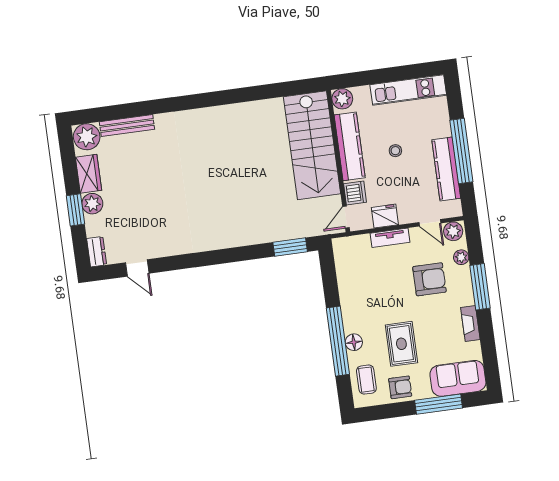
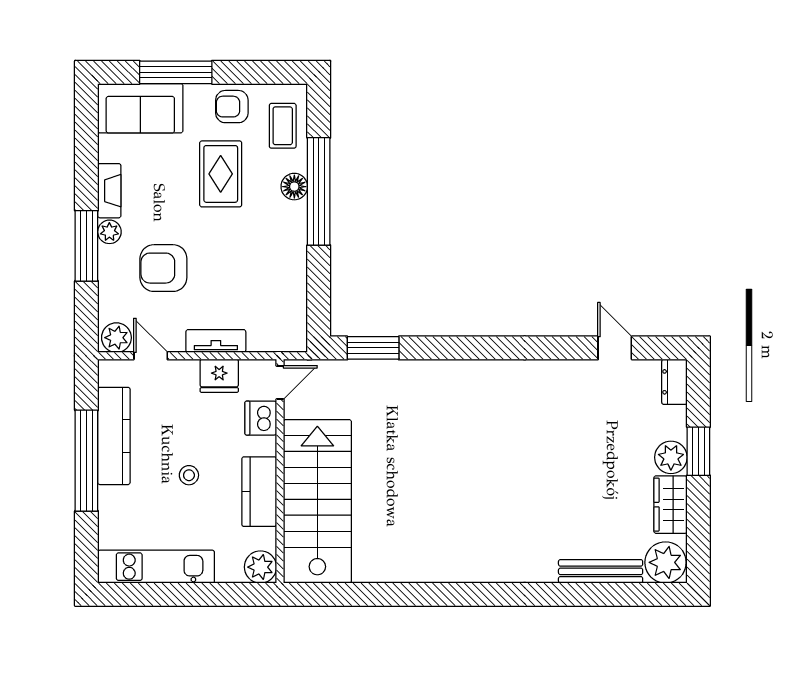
kitchen counter: (350, 146) -> (259, 492), width x0.67
plant: (461, 257) -> (109, 232), moved

